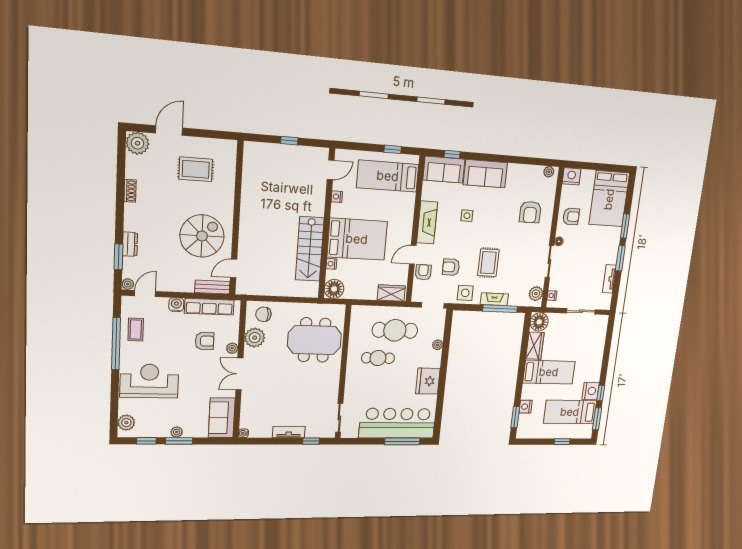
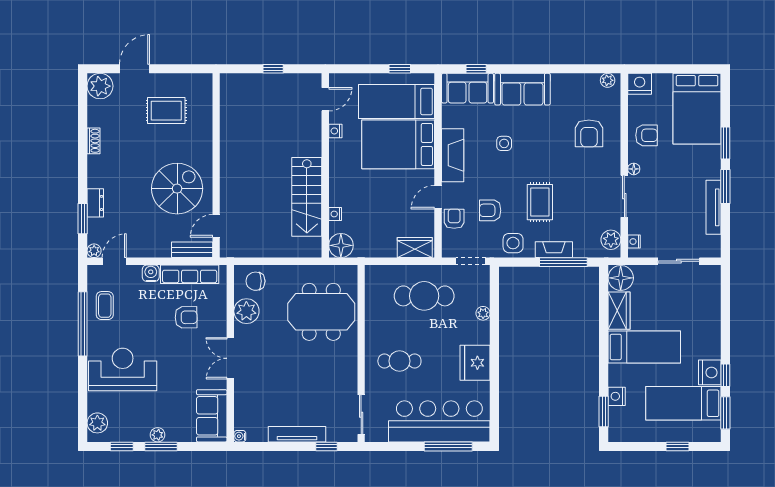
bed: (357, 239) -> (398, 144), moved, turned 180
tv unit: (609, 279) -> (714, 207), width x1.41
plant: (232, 348) -> (220, 325), removed
cafe table: (378, 358) -> (399, 361), moved
tv unit: (289, 432) -> (297, 434), width x1.41

